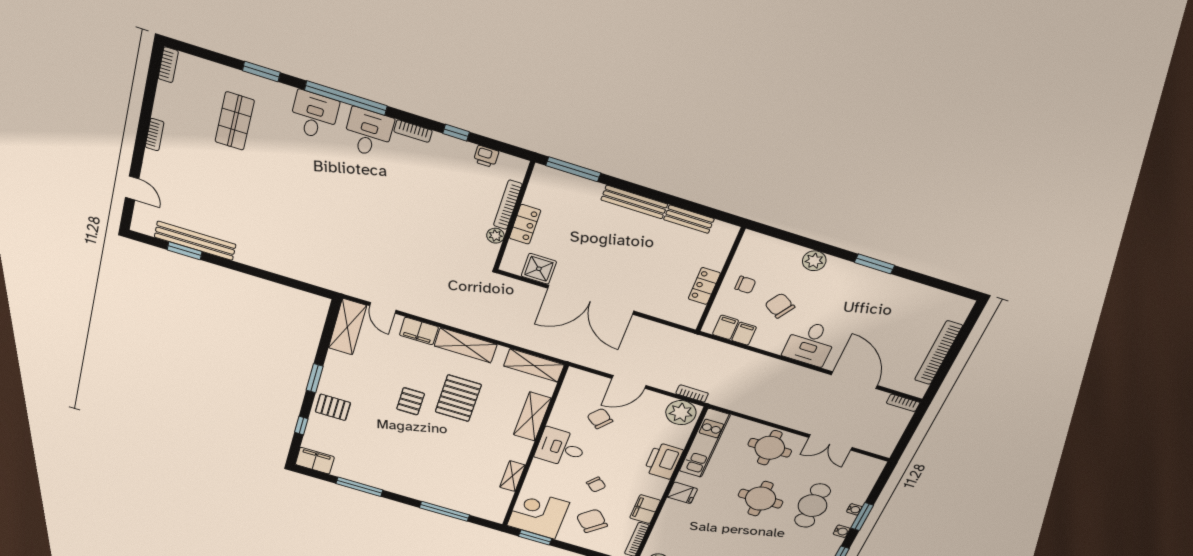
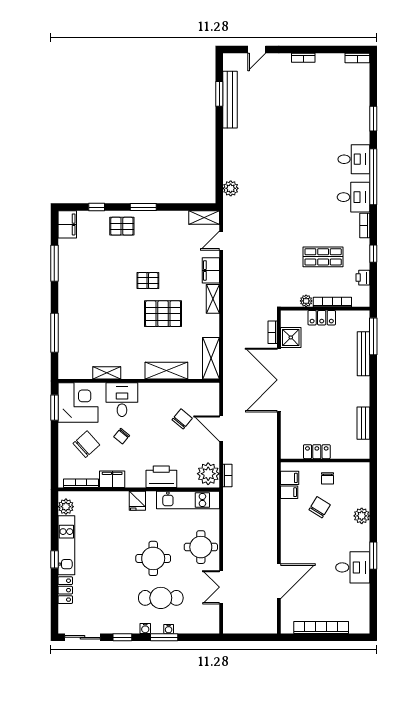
shop shelf: (235, 121) -> (323, 257), moved
bench: (634, 202) -> (363, 354), moved
plant: (316, 276) -> (231, 188), added
shelving: (347, 327) -> (204, 218), width x0.67, depth x0.75
desk: (810, 343) -> (353, 567), moved, turned 180
shelving: (466, 345) -> (213, 299), width x0.67, depth x0.75
bookcase: (903, 403) -> (273, 332), moved
pallet: (333, 407) -> (122, 226), turned 90
desk: (561, 448) -> (122, 400), moved

